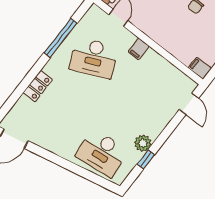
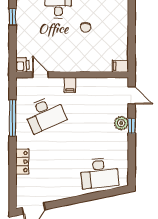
plant: (143, 143) -> (121, 123), moved
window: (146, 159) -> (132, 126), moved

